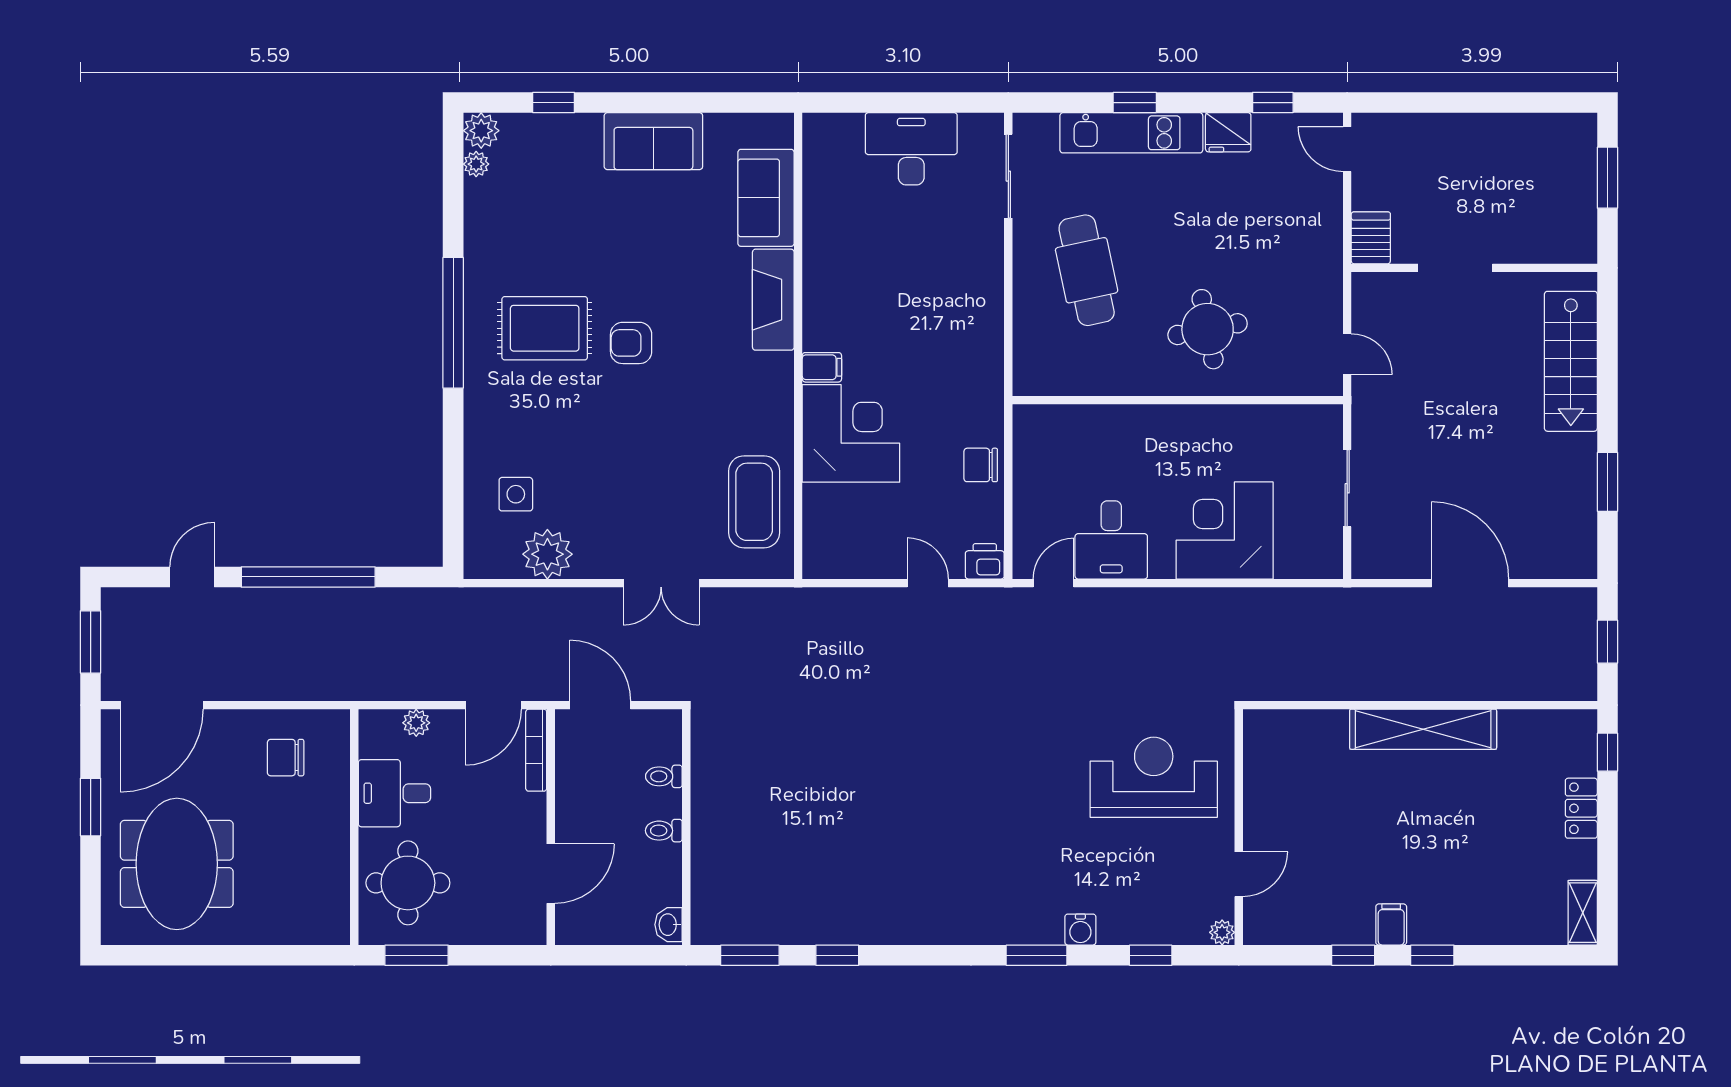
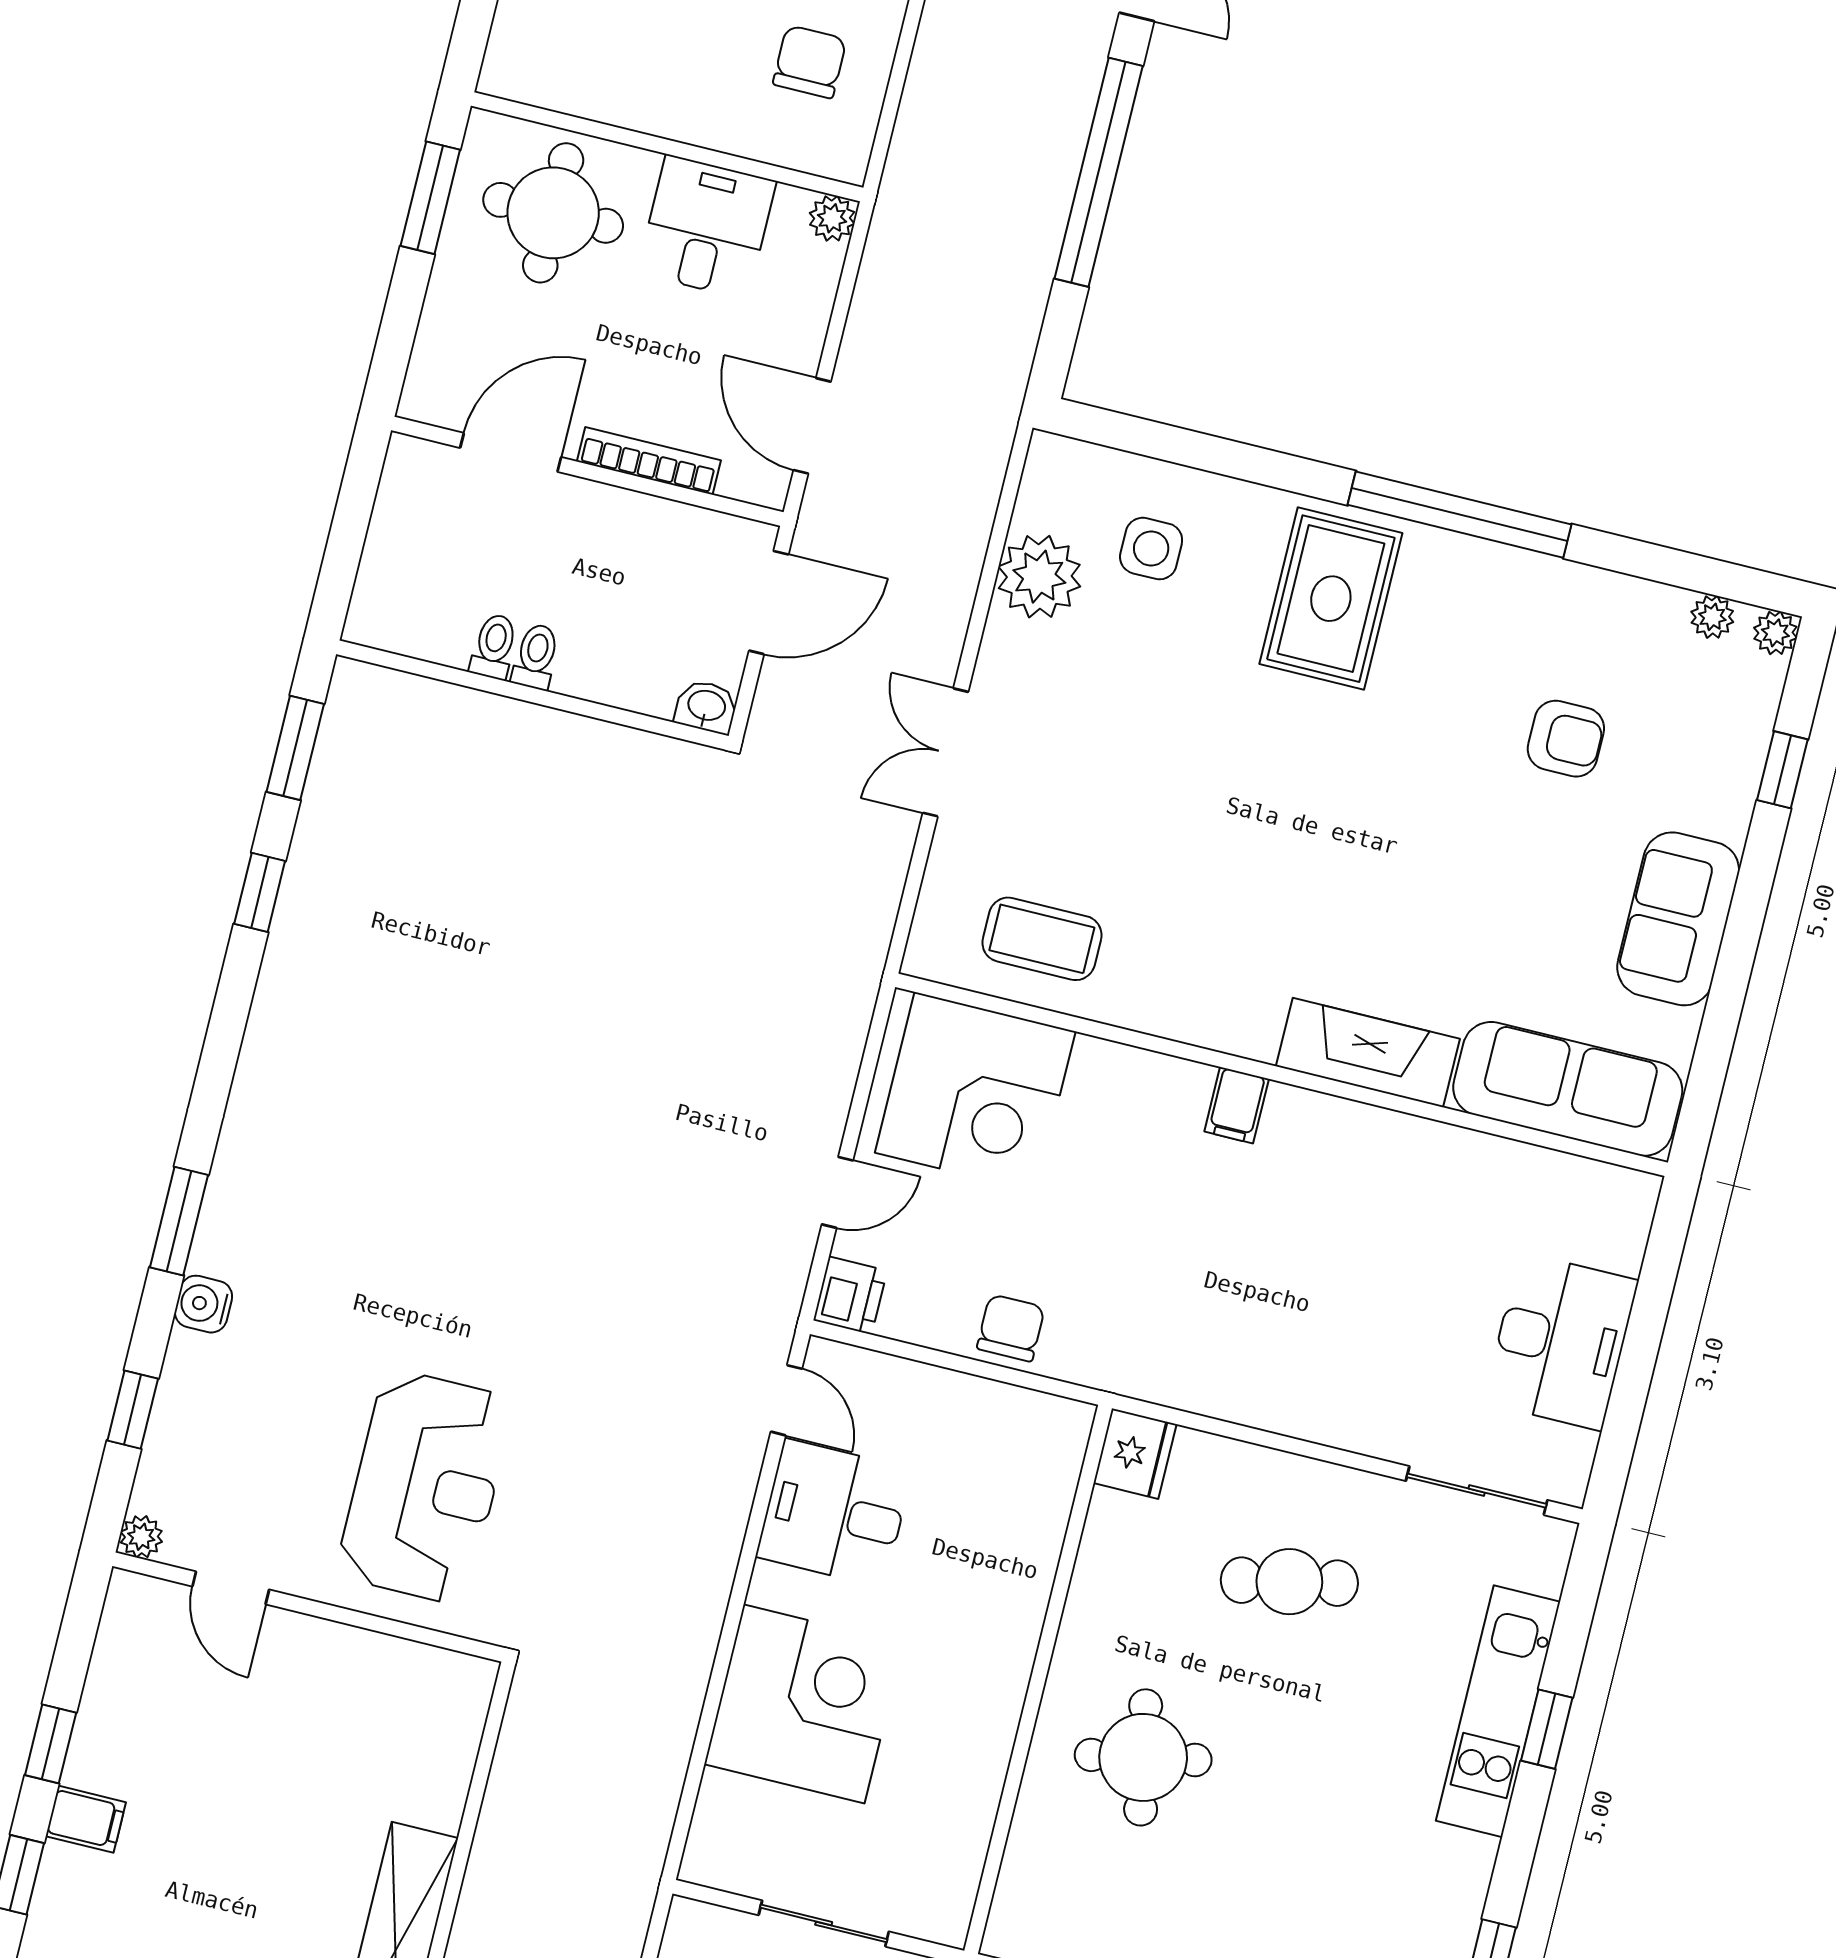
plant: (481, 131) -> (1775, 633), width x0.73, depth x0.73
fridge: (1228, 132) -> (1135, 1454), moved, turned 180
sofa: (766, 198) -> (1568, 1089), width x1.36
cafe table: (1087, 270) -> (1289, 1582), width x0.73, depth x0.74
rug: (545, 328) -> (1331, 599), moved
armchair: (631, 343) -> (1566, 739), moved, turned 90
corner desk: (851, 433) -> (975, 1092), moved
coffee table: (754, 502) -> (1042, 939), width x0.73, depth x0.76
plant: (416, 723) -> (832, 218), moved
bookcase: (536, 750) -> (649, 461), moved
toilet: (664, 776) -> (494, 646), moved
door: (551, 874) -> (511, 452), swing flipped
washbasin: (669, 925) -> (706, 707), moved

